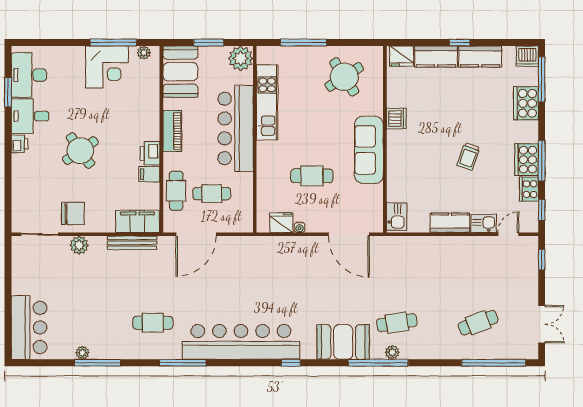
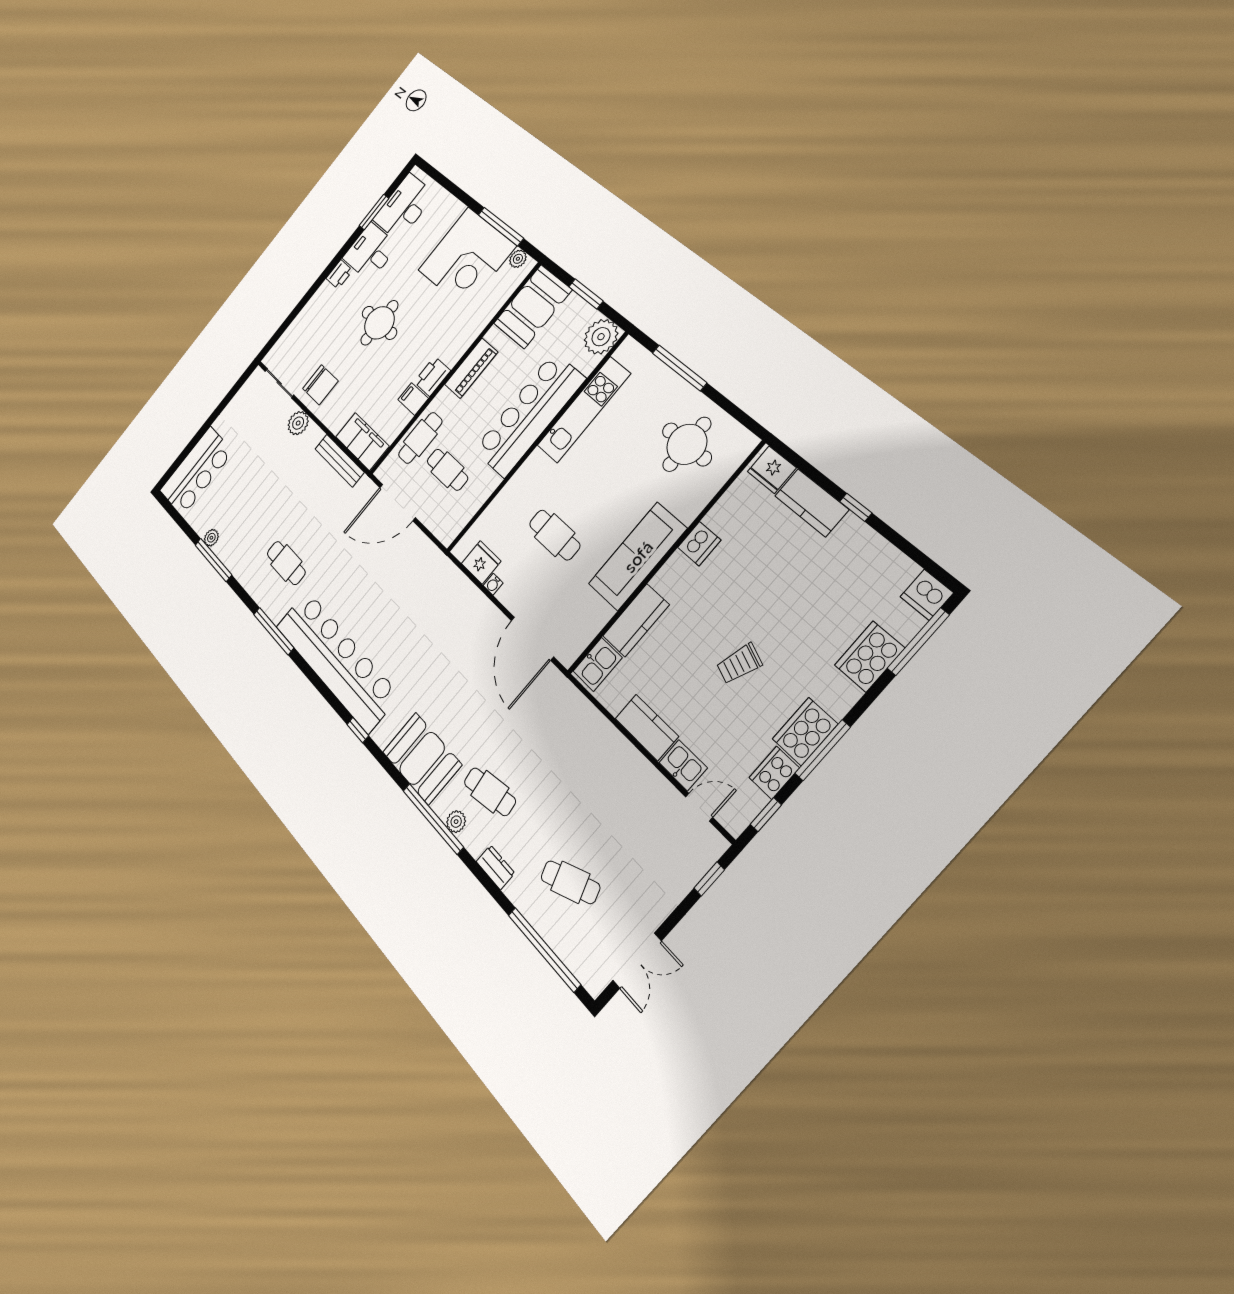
kitchen counter: (480, 56) -> (636, 620), moved, turned -90
corner desk: (107, 67) -> (467, 258), width x1.36, depth x1.36
round table: (344, 77) -> (687, 444), turned 33
round table: (80, 151) -> (379, 323), turned 35
dresser: (434, 352) -> (495, 867), added

